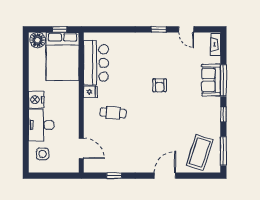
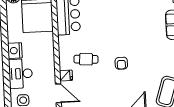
armchair: (160, 85) -> (121, 63), moved
fridge: (90, 92) -> (66, 76), moved

